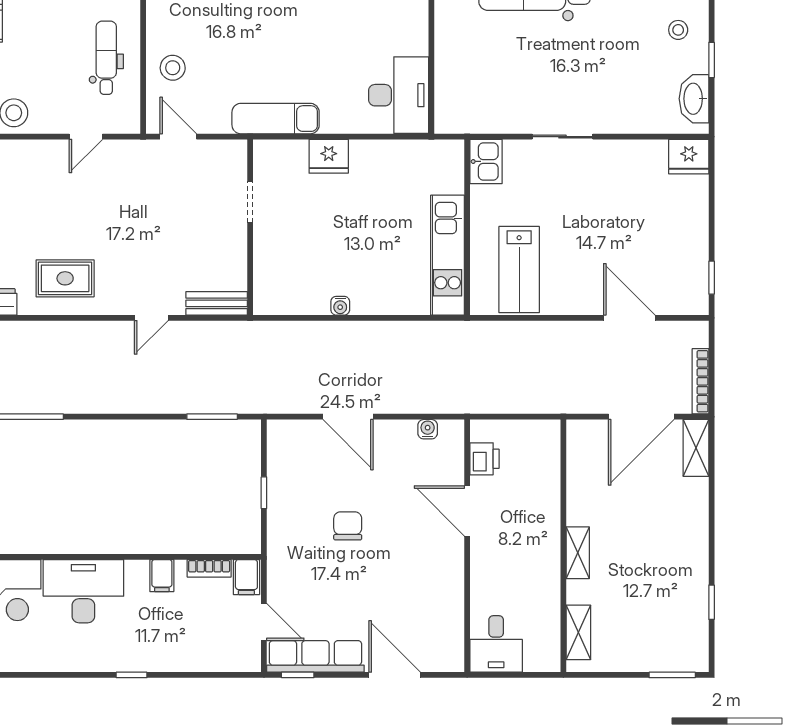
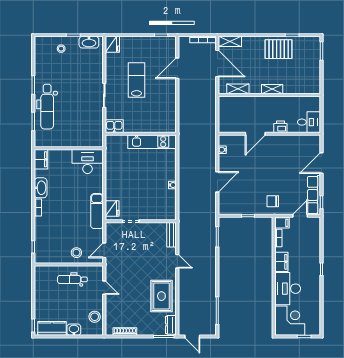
fridge: (329, 156) -> (112, 209), moved
lab bench: (519, 270) -> (137, 80), moved, turned -90
rug: (65, 278) -> (161, 296), width x1.36, depth x1.43
printer: (484, 459) -> (280, 127), moved
chair: (348, 526) -> (273, 201), moved
pallet: (677, 569) -> (279, 49), added
filing cabinet: (162, 576) -> (281, 262), width x2.00
shelving: (578, 632) -> (238, 89), moved

